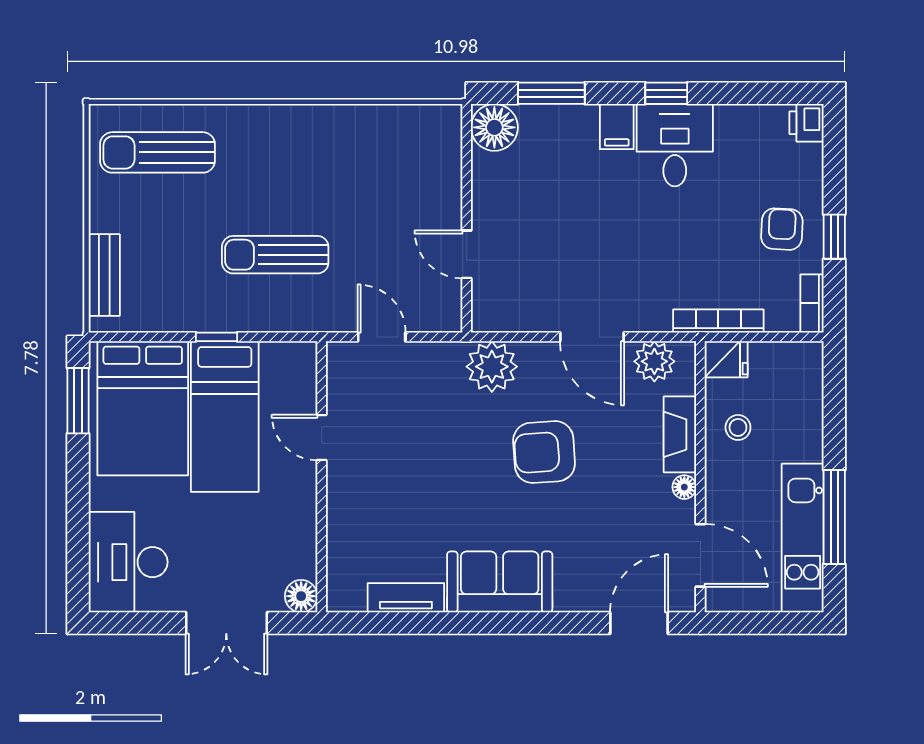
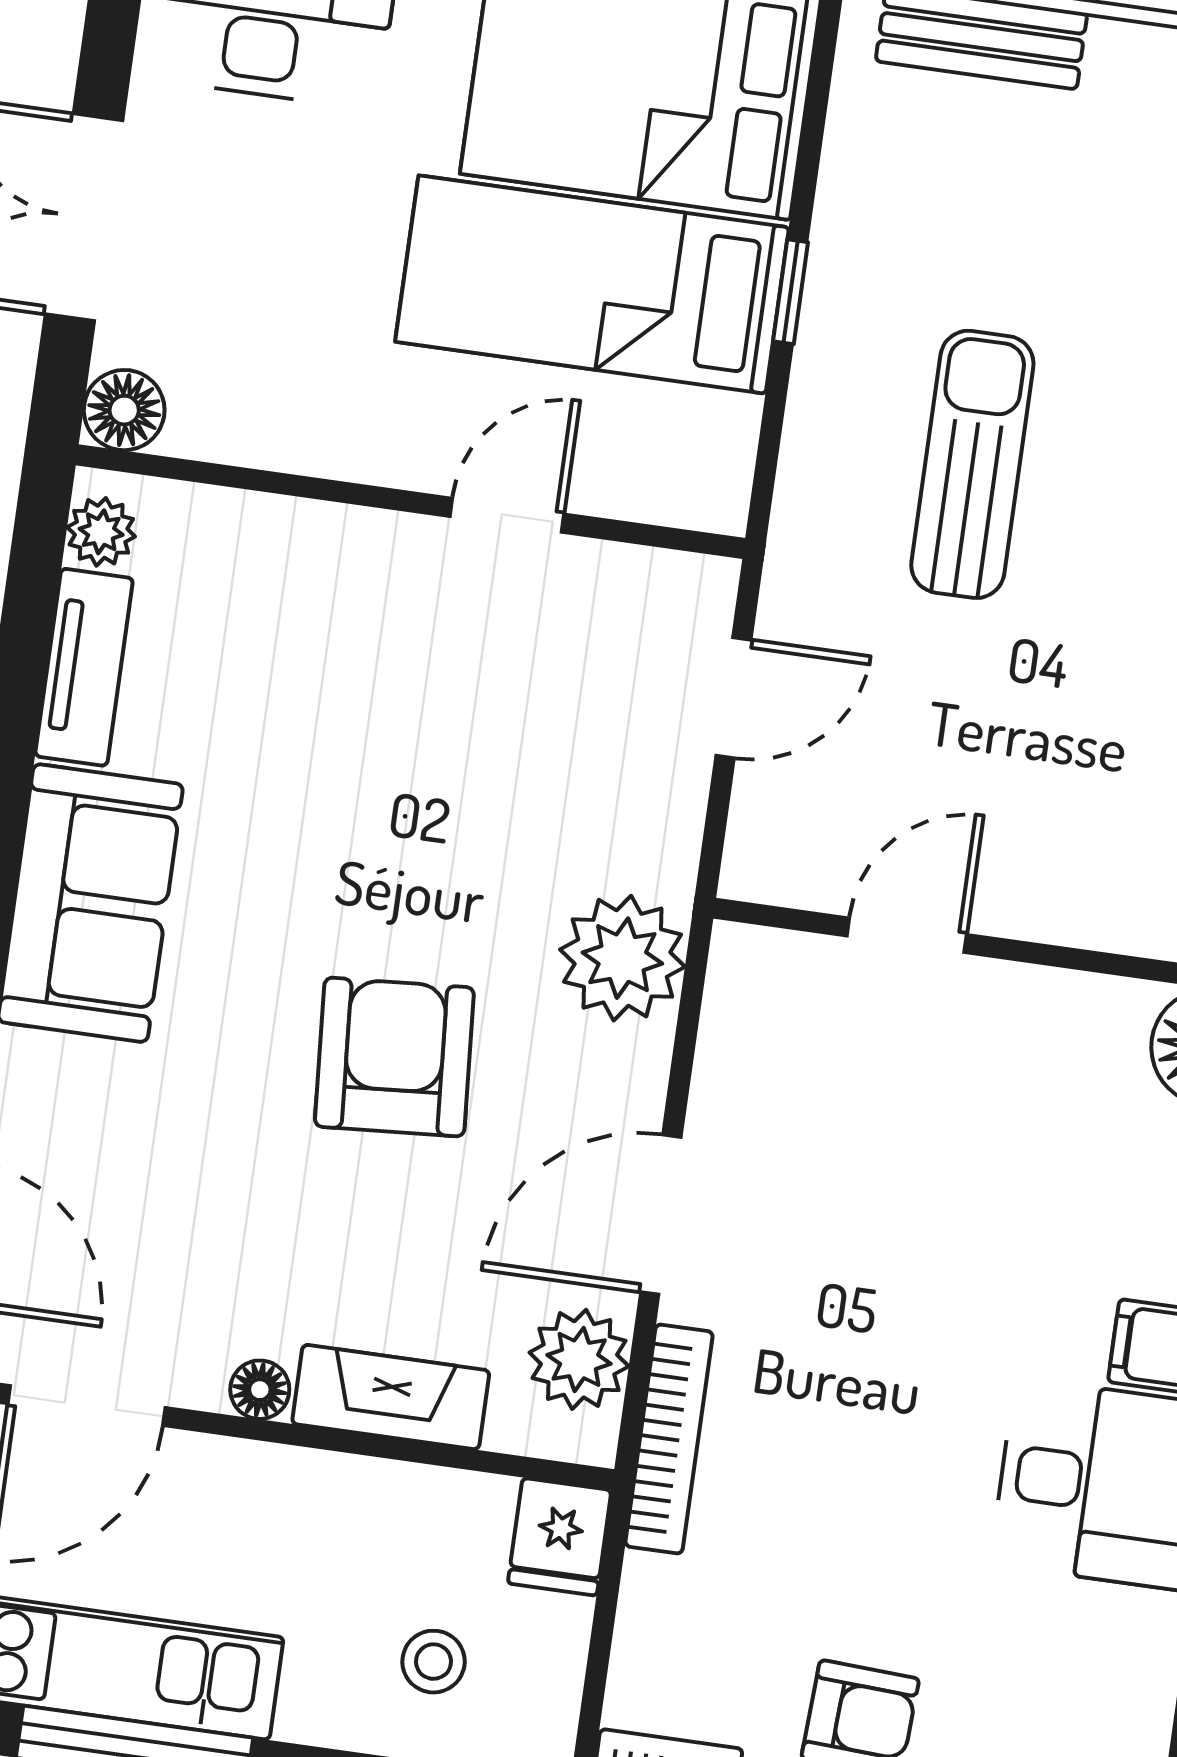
bookcase: (718, 321) -> (669, 1439), moved
stool: (738, 427) -> (434, 1662), moved
plant: (351, 598) -> (101, 532), added

